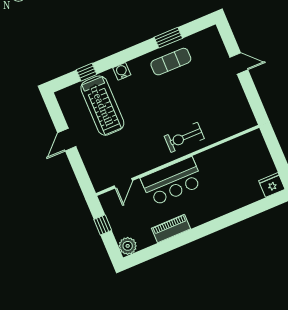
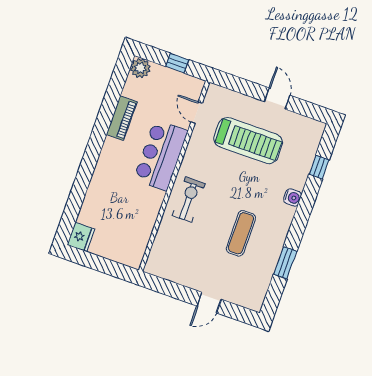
exercise mat: (171, 62) -> (241, 233), moved
treadmill: (102, 106) -> (248, 141), moved, turned 180

